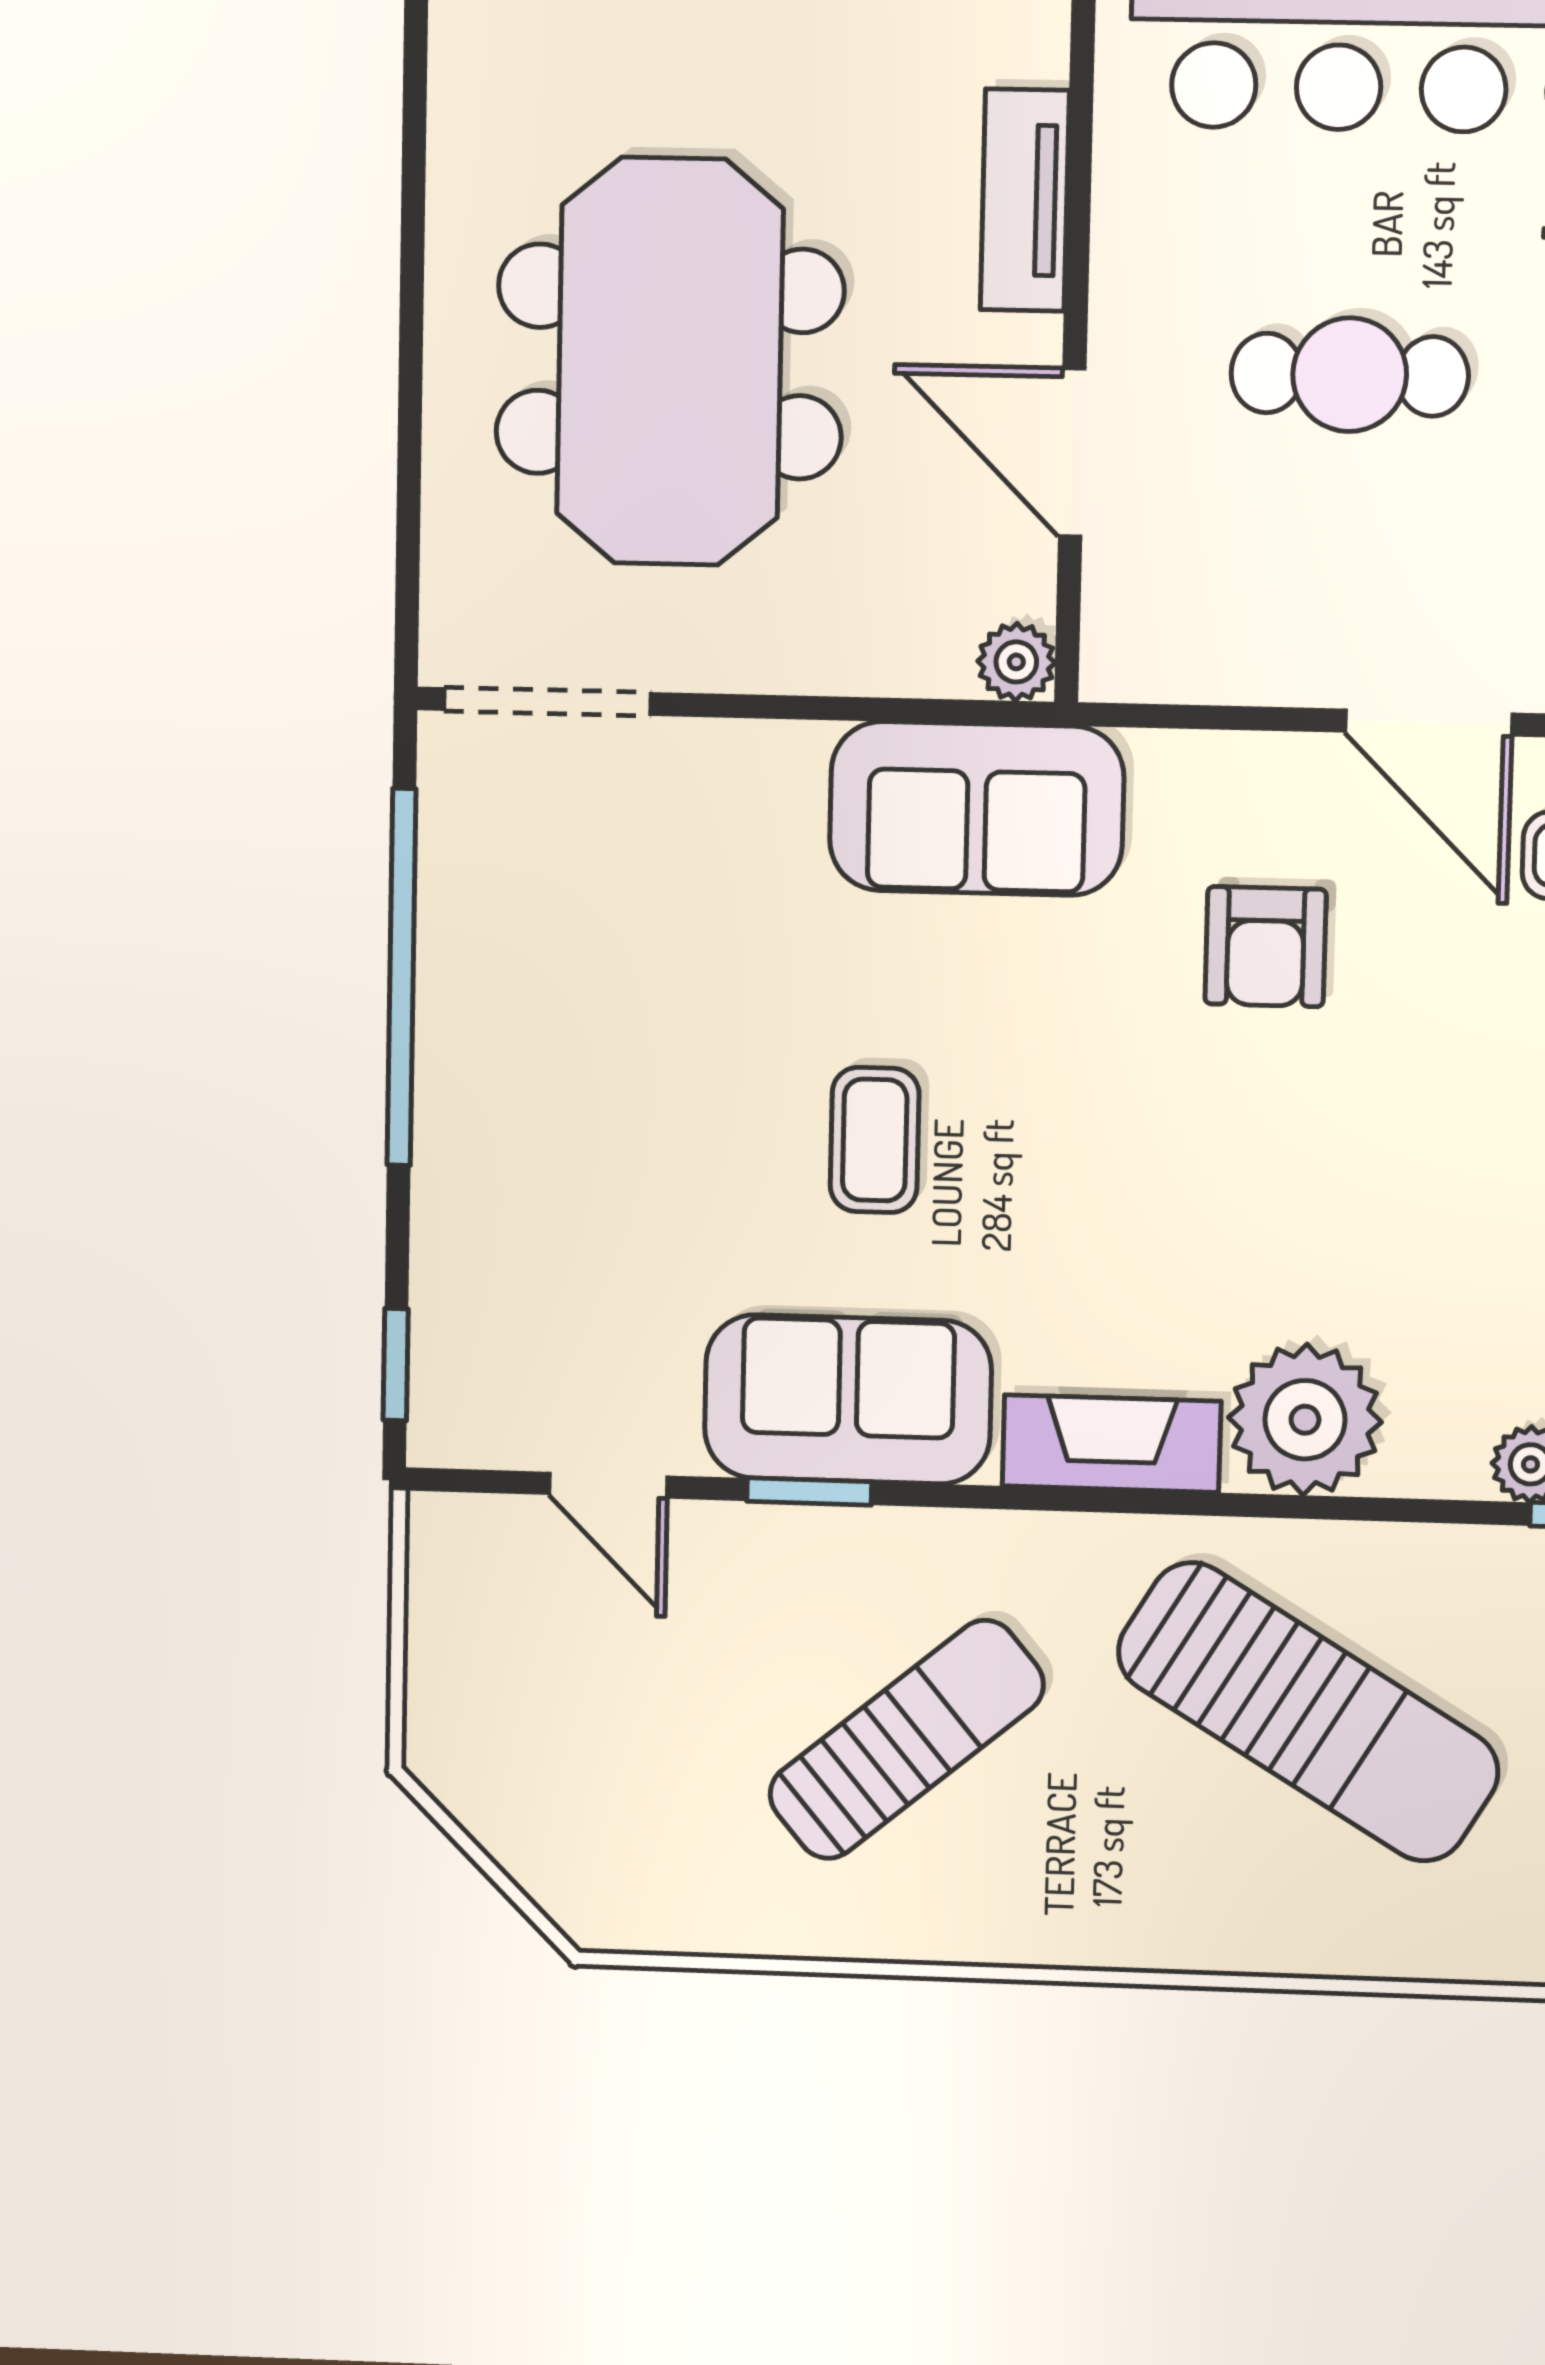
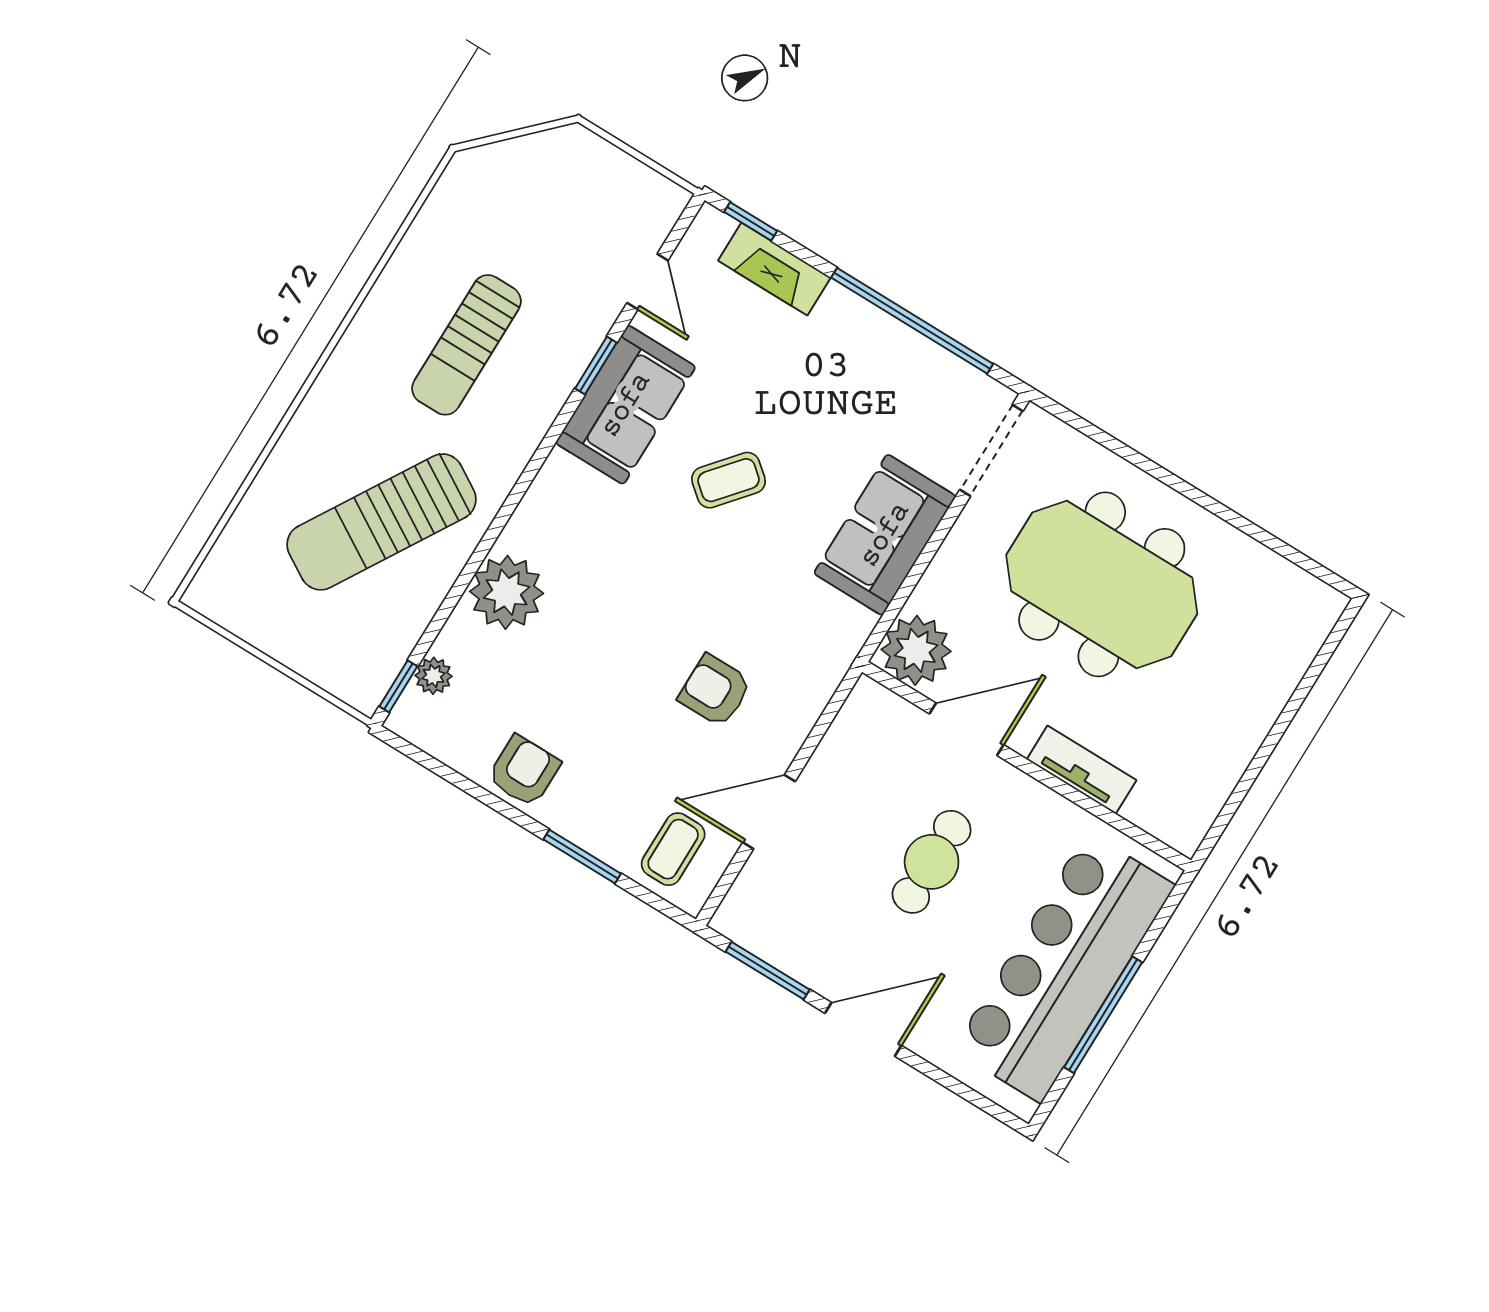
plant: (1016, 662) -> (916, 650), width x1.88, depth x1.88
sofa: (977, 808) -> (885, 535), moved
coffee table: (875, 1140) -> (729, 480), turned -50
fireplace: (1111, 1444) -> (774, 269), moved, turned 90
door: (608, 1485) -> (647, 282), swing flipped
sun lounger: (906, 1740) -> (467, 345), turned 40

